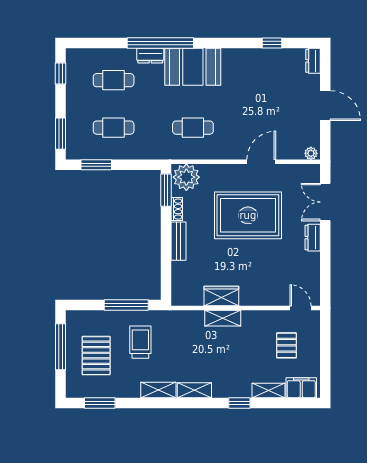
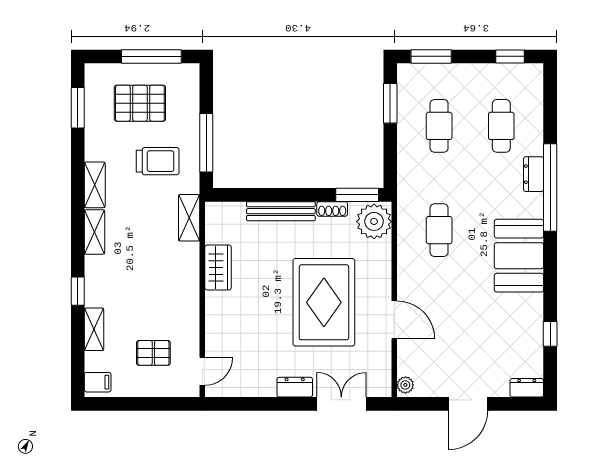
booth: (193, 67) -> (519, 256), moved
bench: (178, 241) -> (281, 211), width x1.36
shelving: (223, 318) -> (189, 218), moved
filing cabinet: (301, 388) -> (98, 382), width x0.50

